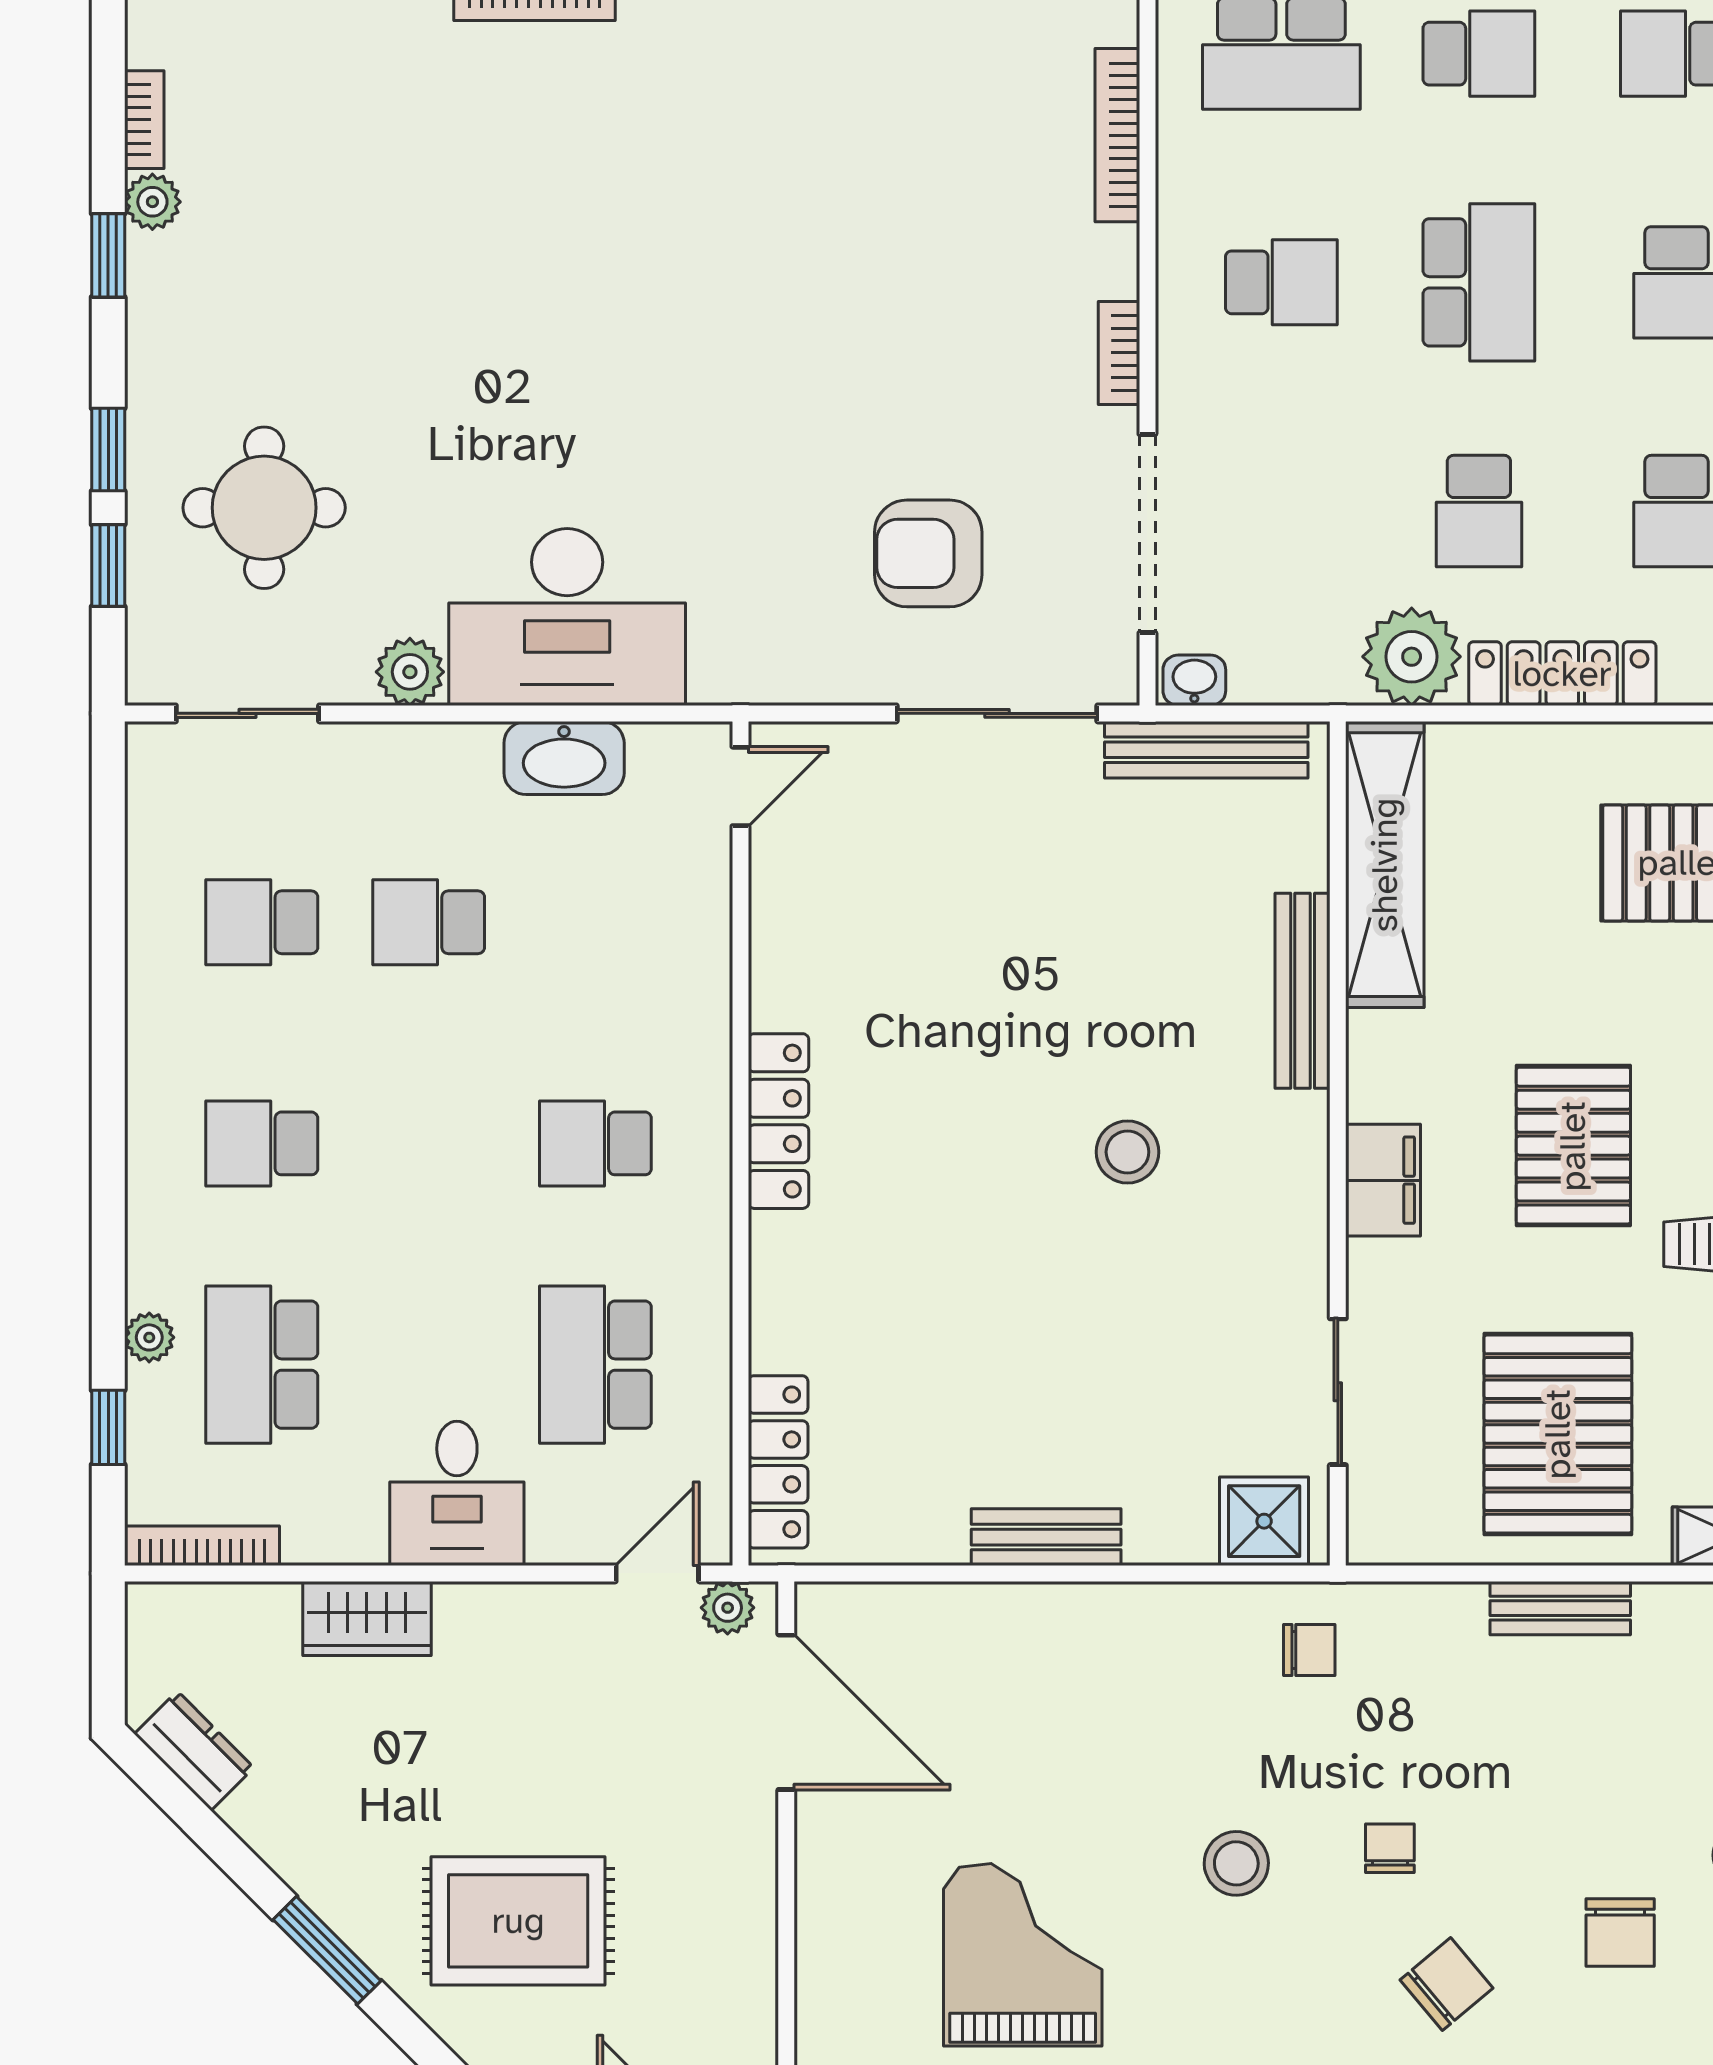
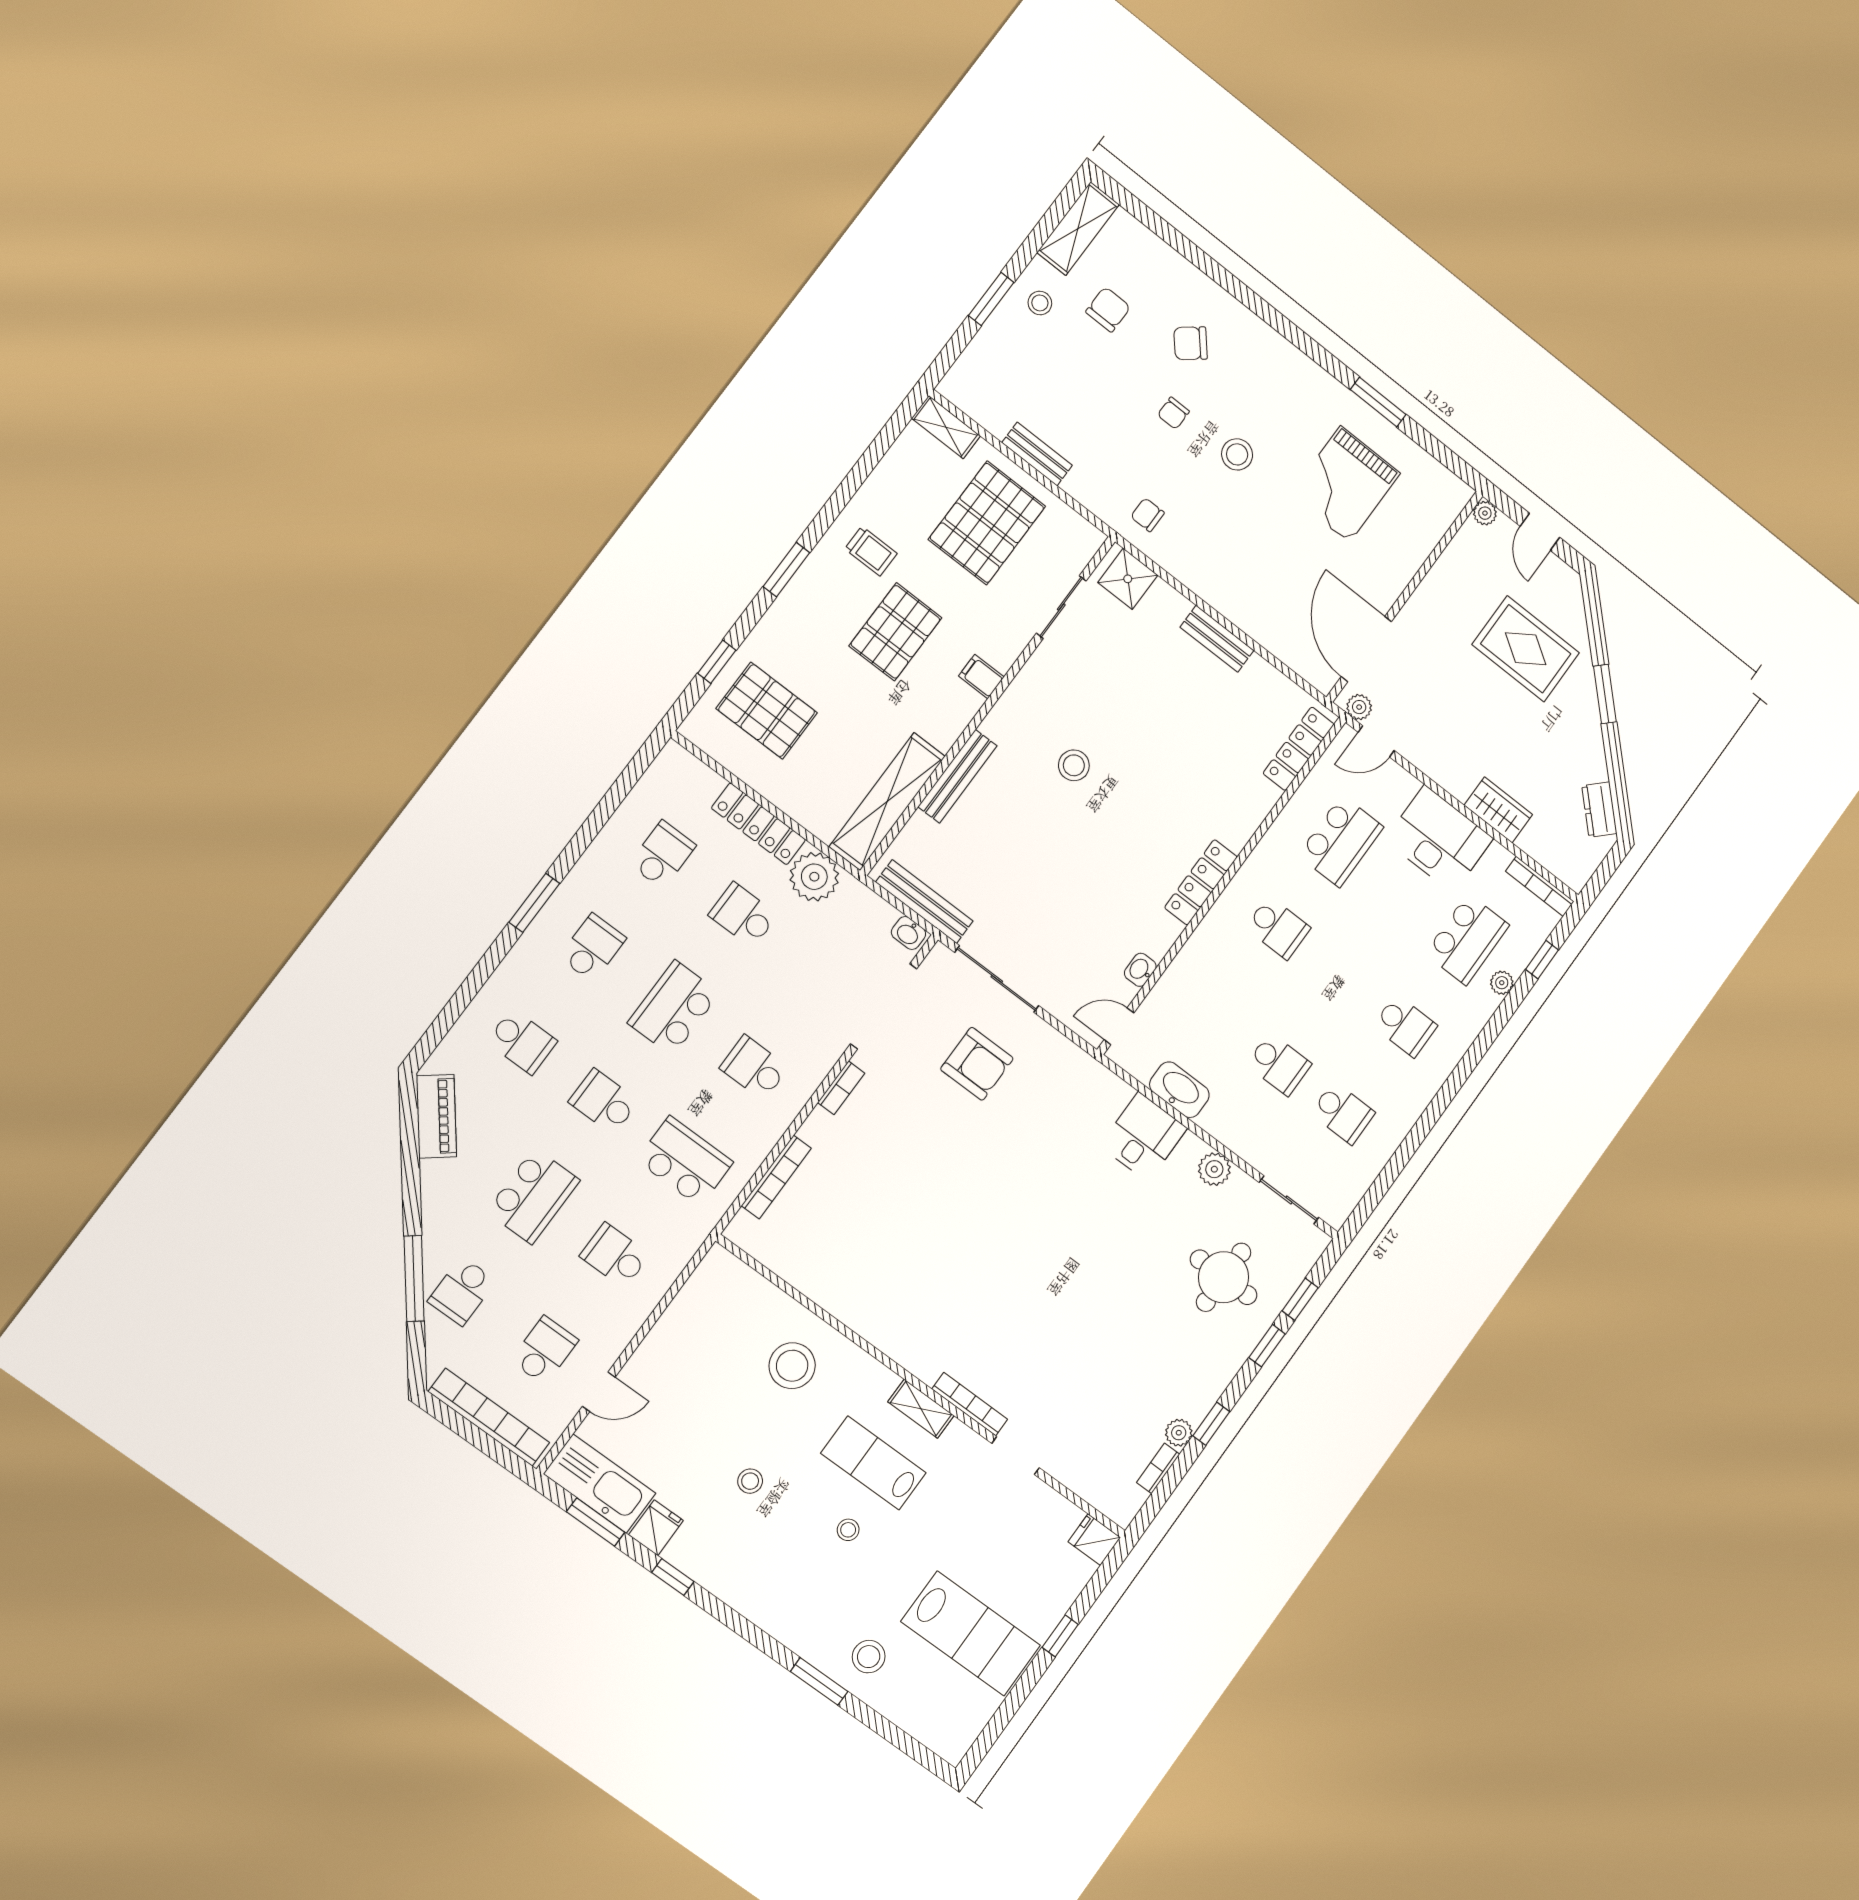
school desk: (1479, 511) -> (743, 915), turned -90
desk: (567, 617) -> (1143, 1137), width x0.53, depth x0.77
washbasin: (773, 904) -> (1140, 970), added
filing cabinet: (1383, 1180) -> (981, 677), width x0.50
desk: (457, 1493) -> (1439, 839), width x1.37

